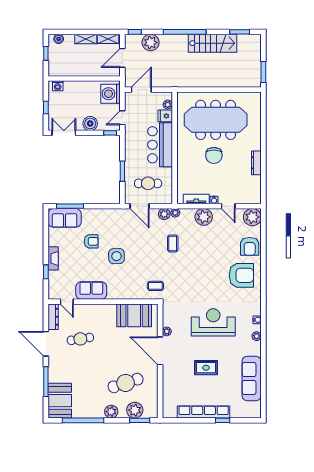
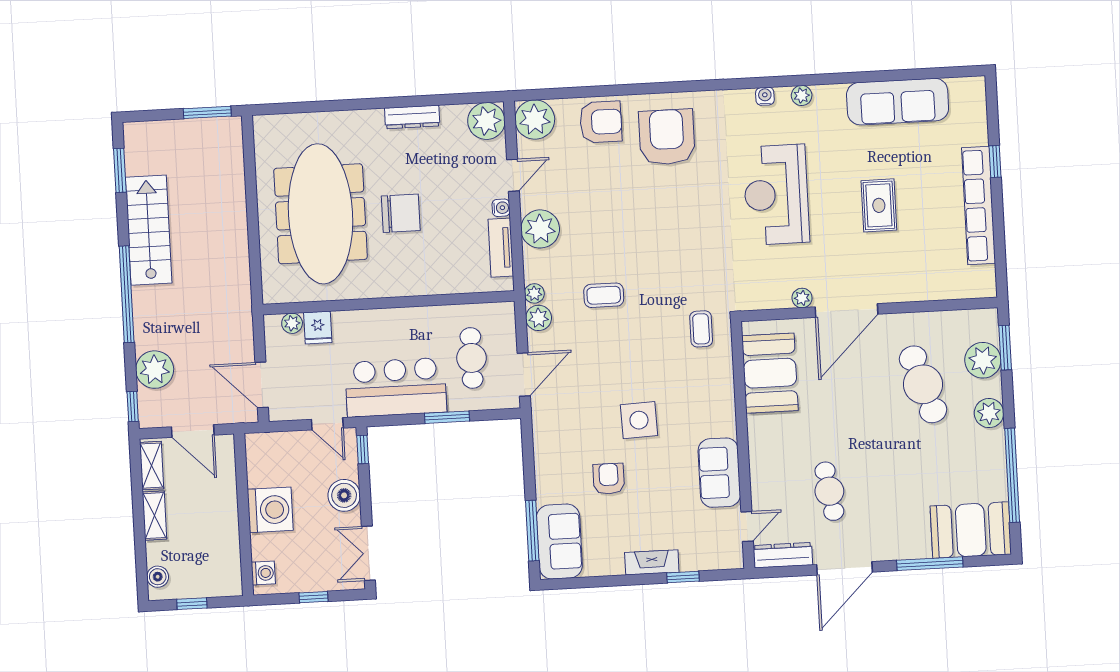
washing machine: (110, 94) -> (270, 510), moved, turned -90
bar counter: (160, 145) -> (396, 387), moved, turned 180
plant: (253, 196) -> (486, 121), added

